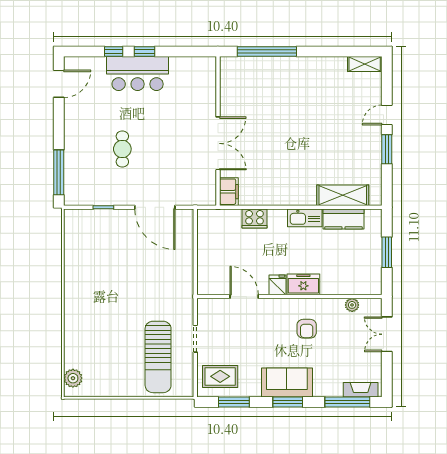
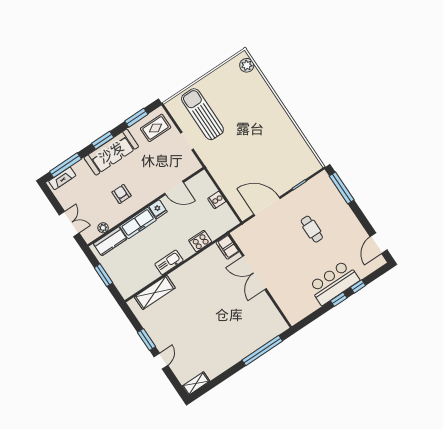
kitchen counter: (343, 219) -> (110, 241), moved, turned 180
cooker: (206, 252) -> (217, 200), added
freezer: (303, 284) -> (138, 223), width x1.40
sofa: (287, 382) -> (111, 152), width x1.36

